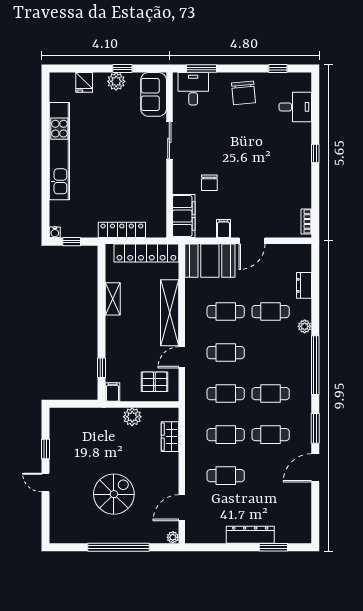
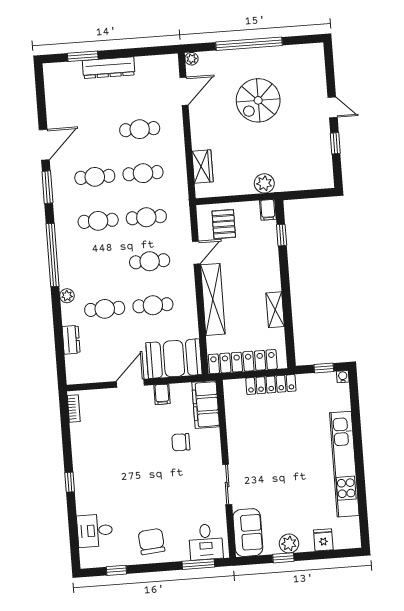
chair: (209, 183) -> (181, 442), turned -90
pallet: (154, 382) -> (224, 224), turned 90
plant: (132, 417) -> (264, 183), moved

